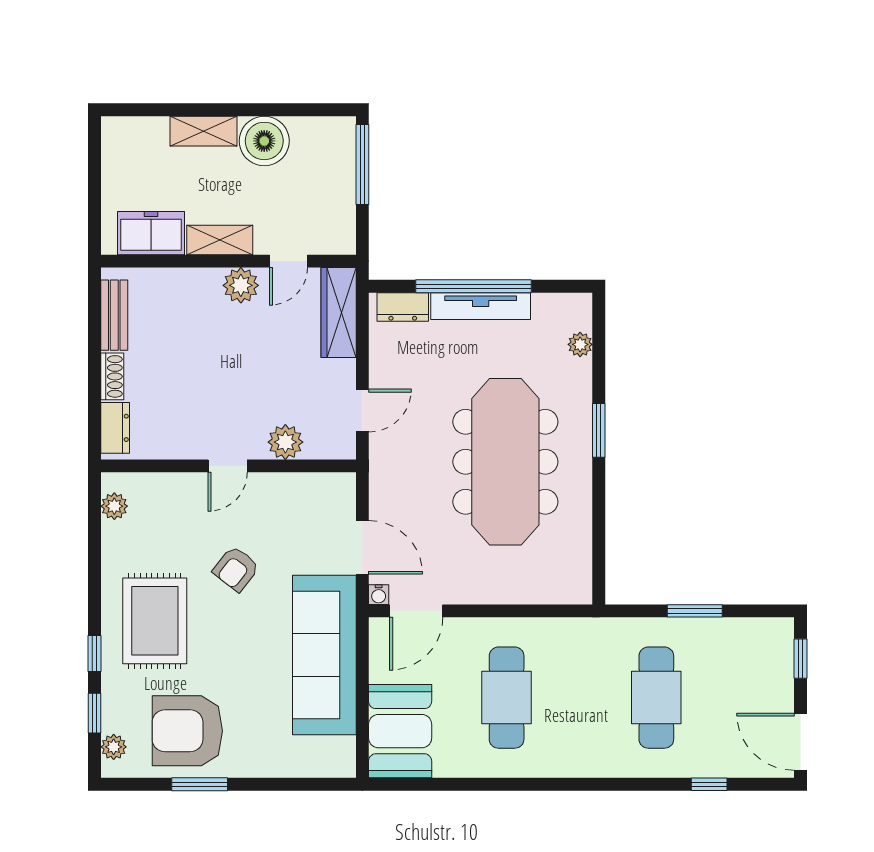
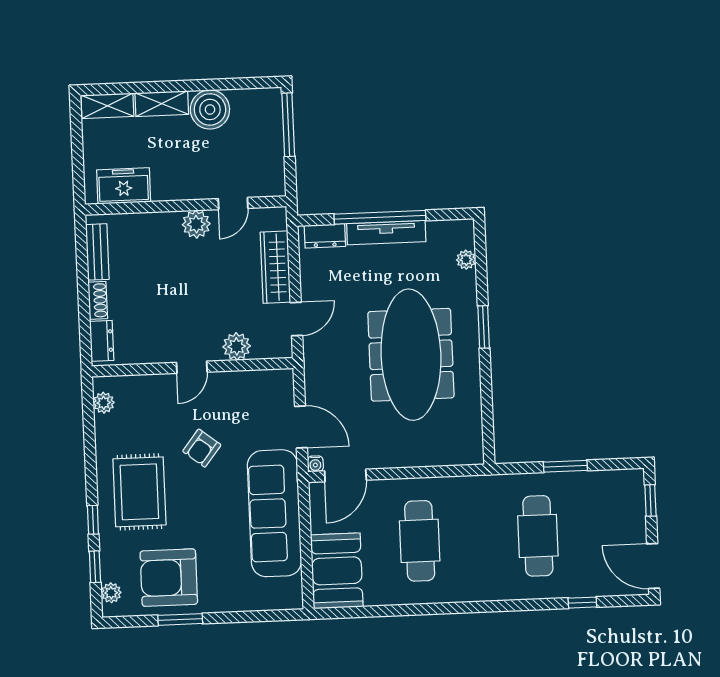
shelving: (220, 240) -> (107, 106), moved
wardrobe: (339, 313) -> (275, 267), moved

